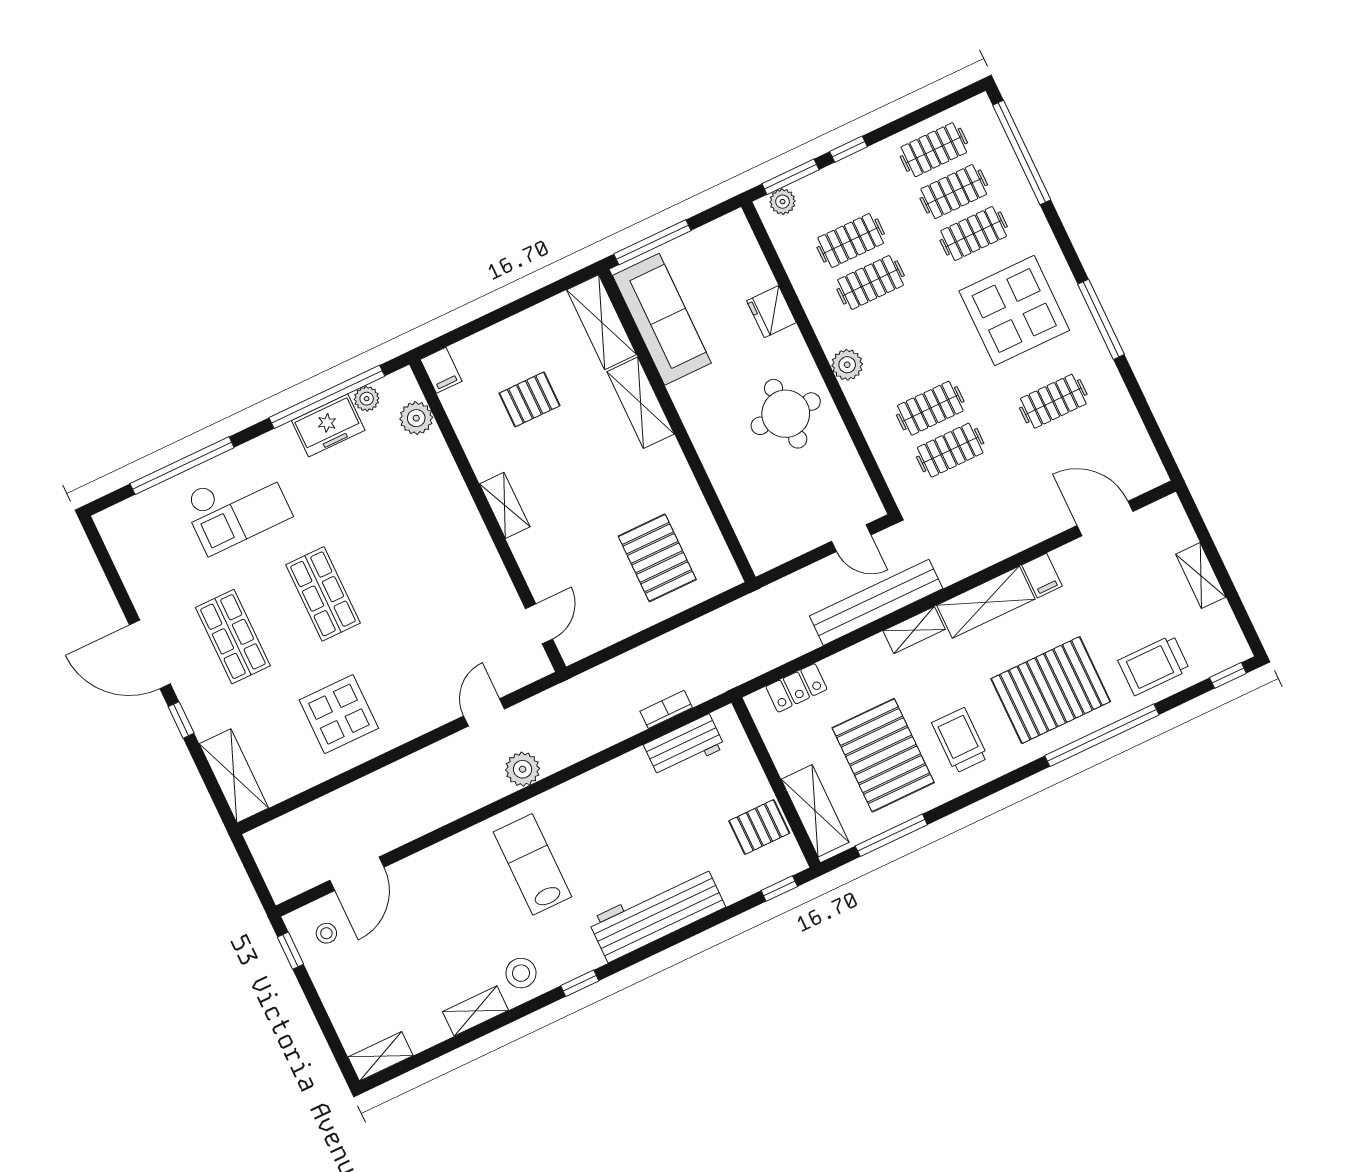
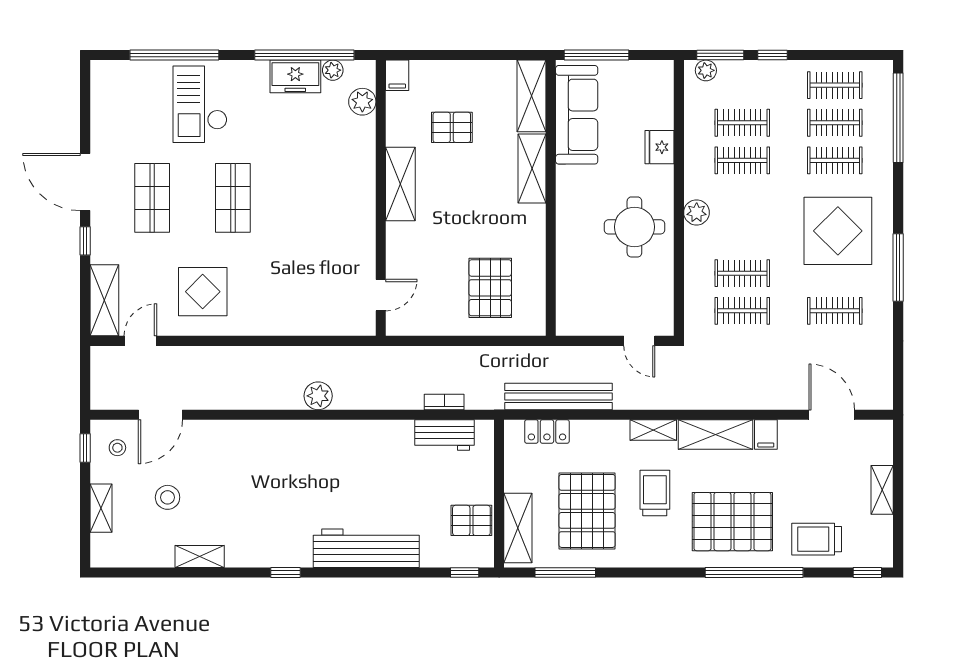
shelving: (505, 505) -> (400, 184), width x1.50, depth x1.33
checkout: (237, 507) -> (200, 104), turned 90
bench: (876, 602) -> (558, 396), moved
door: (484, 712) -> (140, 341), moved
trolley: (960, 740) -> (655, 493), moved
lab bench: (532, 864) -> (292, 469), removed
stool: (521, 973) -> (168, 497), moved
shelving: (380, 1056) -> (101, 508), moved, turned 90

